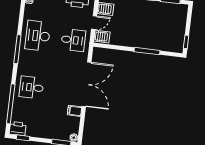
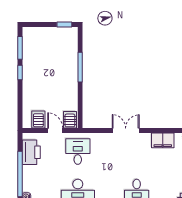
double door: (87, 84) -> (126, 131), width x0.54
filing cabinet: (75, 111) -> (163, 140), width x2.00

